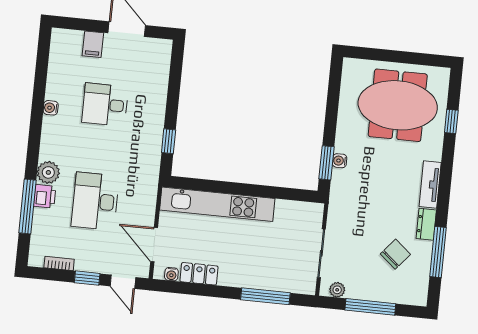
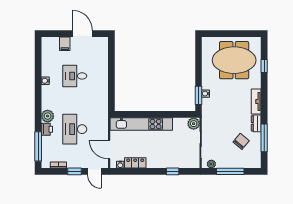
window: (169, 141) -> (111, 92), removed
window: (28, 206) -> (38, 146), moved
plant: (312, 213) -> (194, 124), added
window: (265, 296) -> (173, 171), width x0.46

